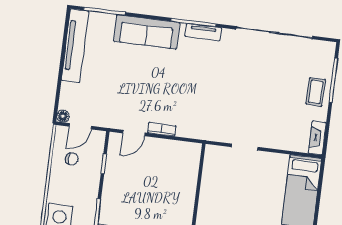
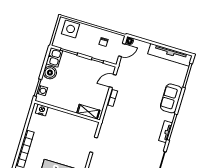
sofa: (147, 32) -> (171, 98), width x0.73
door: (80, 126) -> (122, 50), swing flipped
door: (134, 133) -> (113, 81), hinge flipped
shelving: (191, 165) -> (88, 112), added

